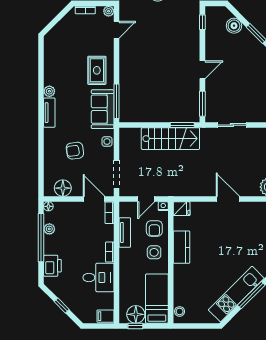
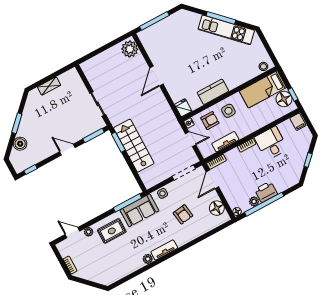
plant: (109, 11) -> (89, 232), moved
printer: (52, 266) -> (266, 192), moved

